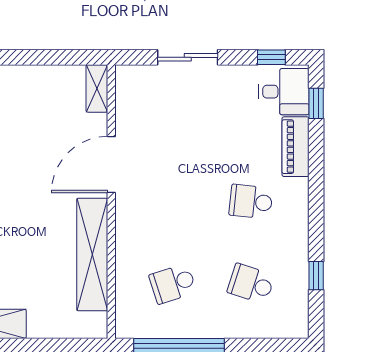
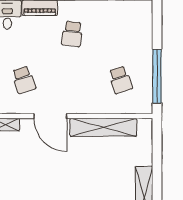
school desk: (251, 284) -> (24, 80), moved, turned -36

